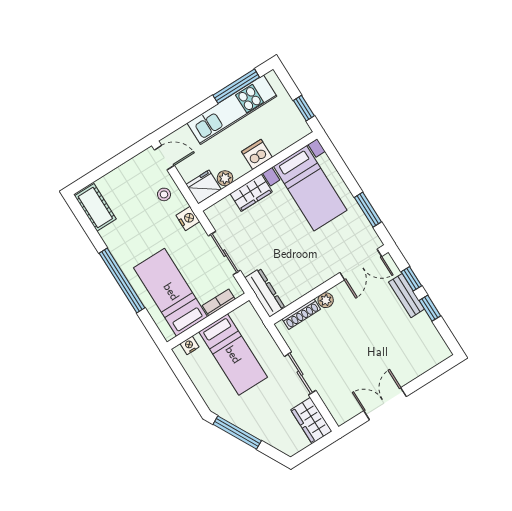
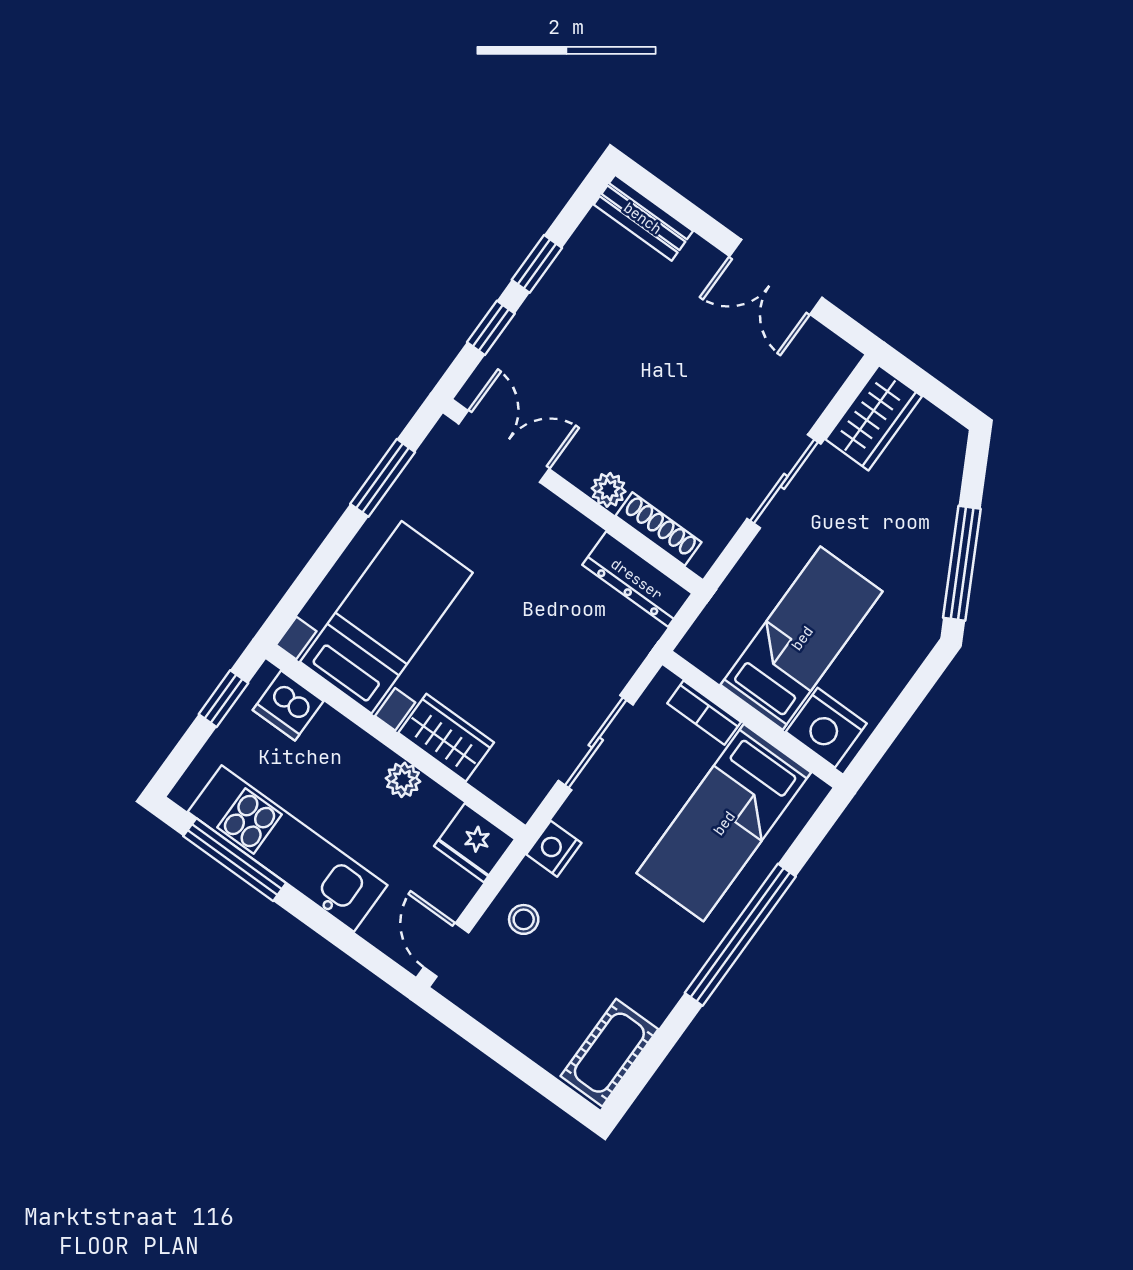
dishwasher: (257, 154) -> (288, 706), moved
plant: (225, 178) -> (403, 780), moved
dresser: (265, 293) -> (637, 579), moved, turned -90
bench: (407, 296) -> (643, 218), moved, turned 90
nightstand: (190, 345) -> (826, 728), width x1.89, depth x1.79

